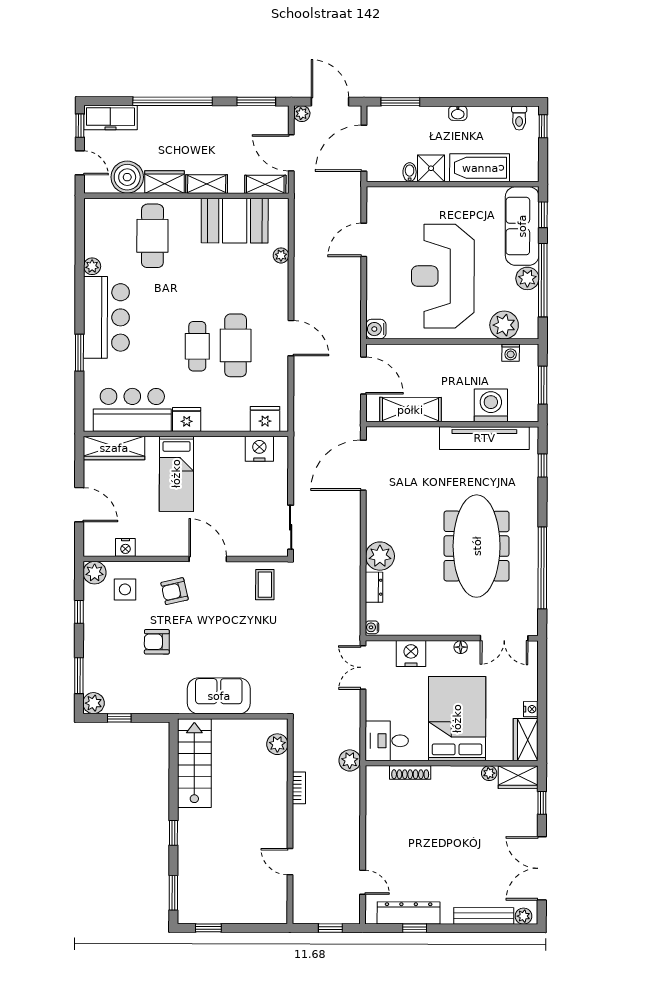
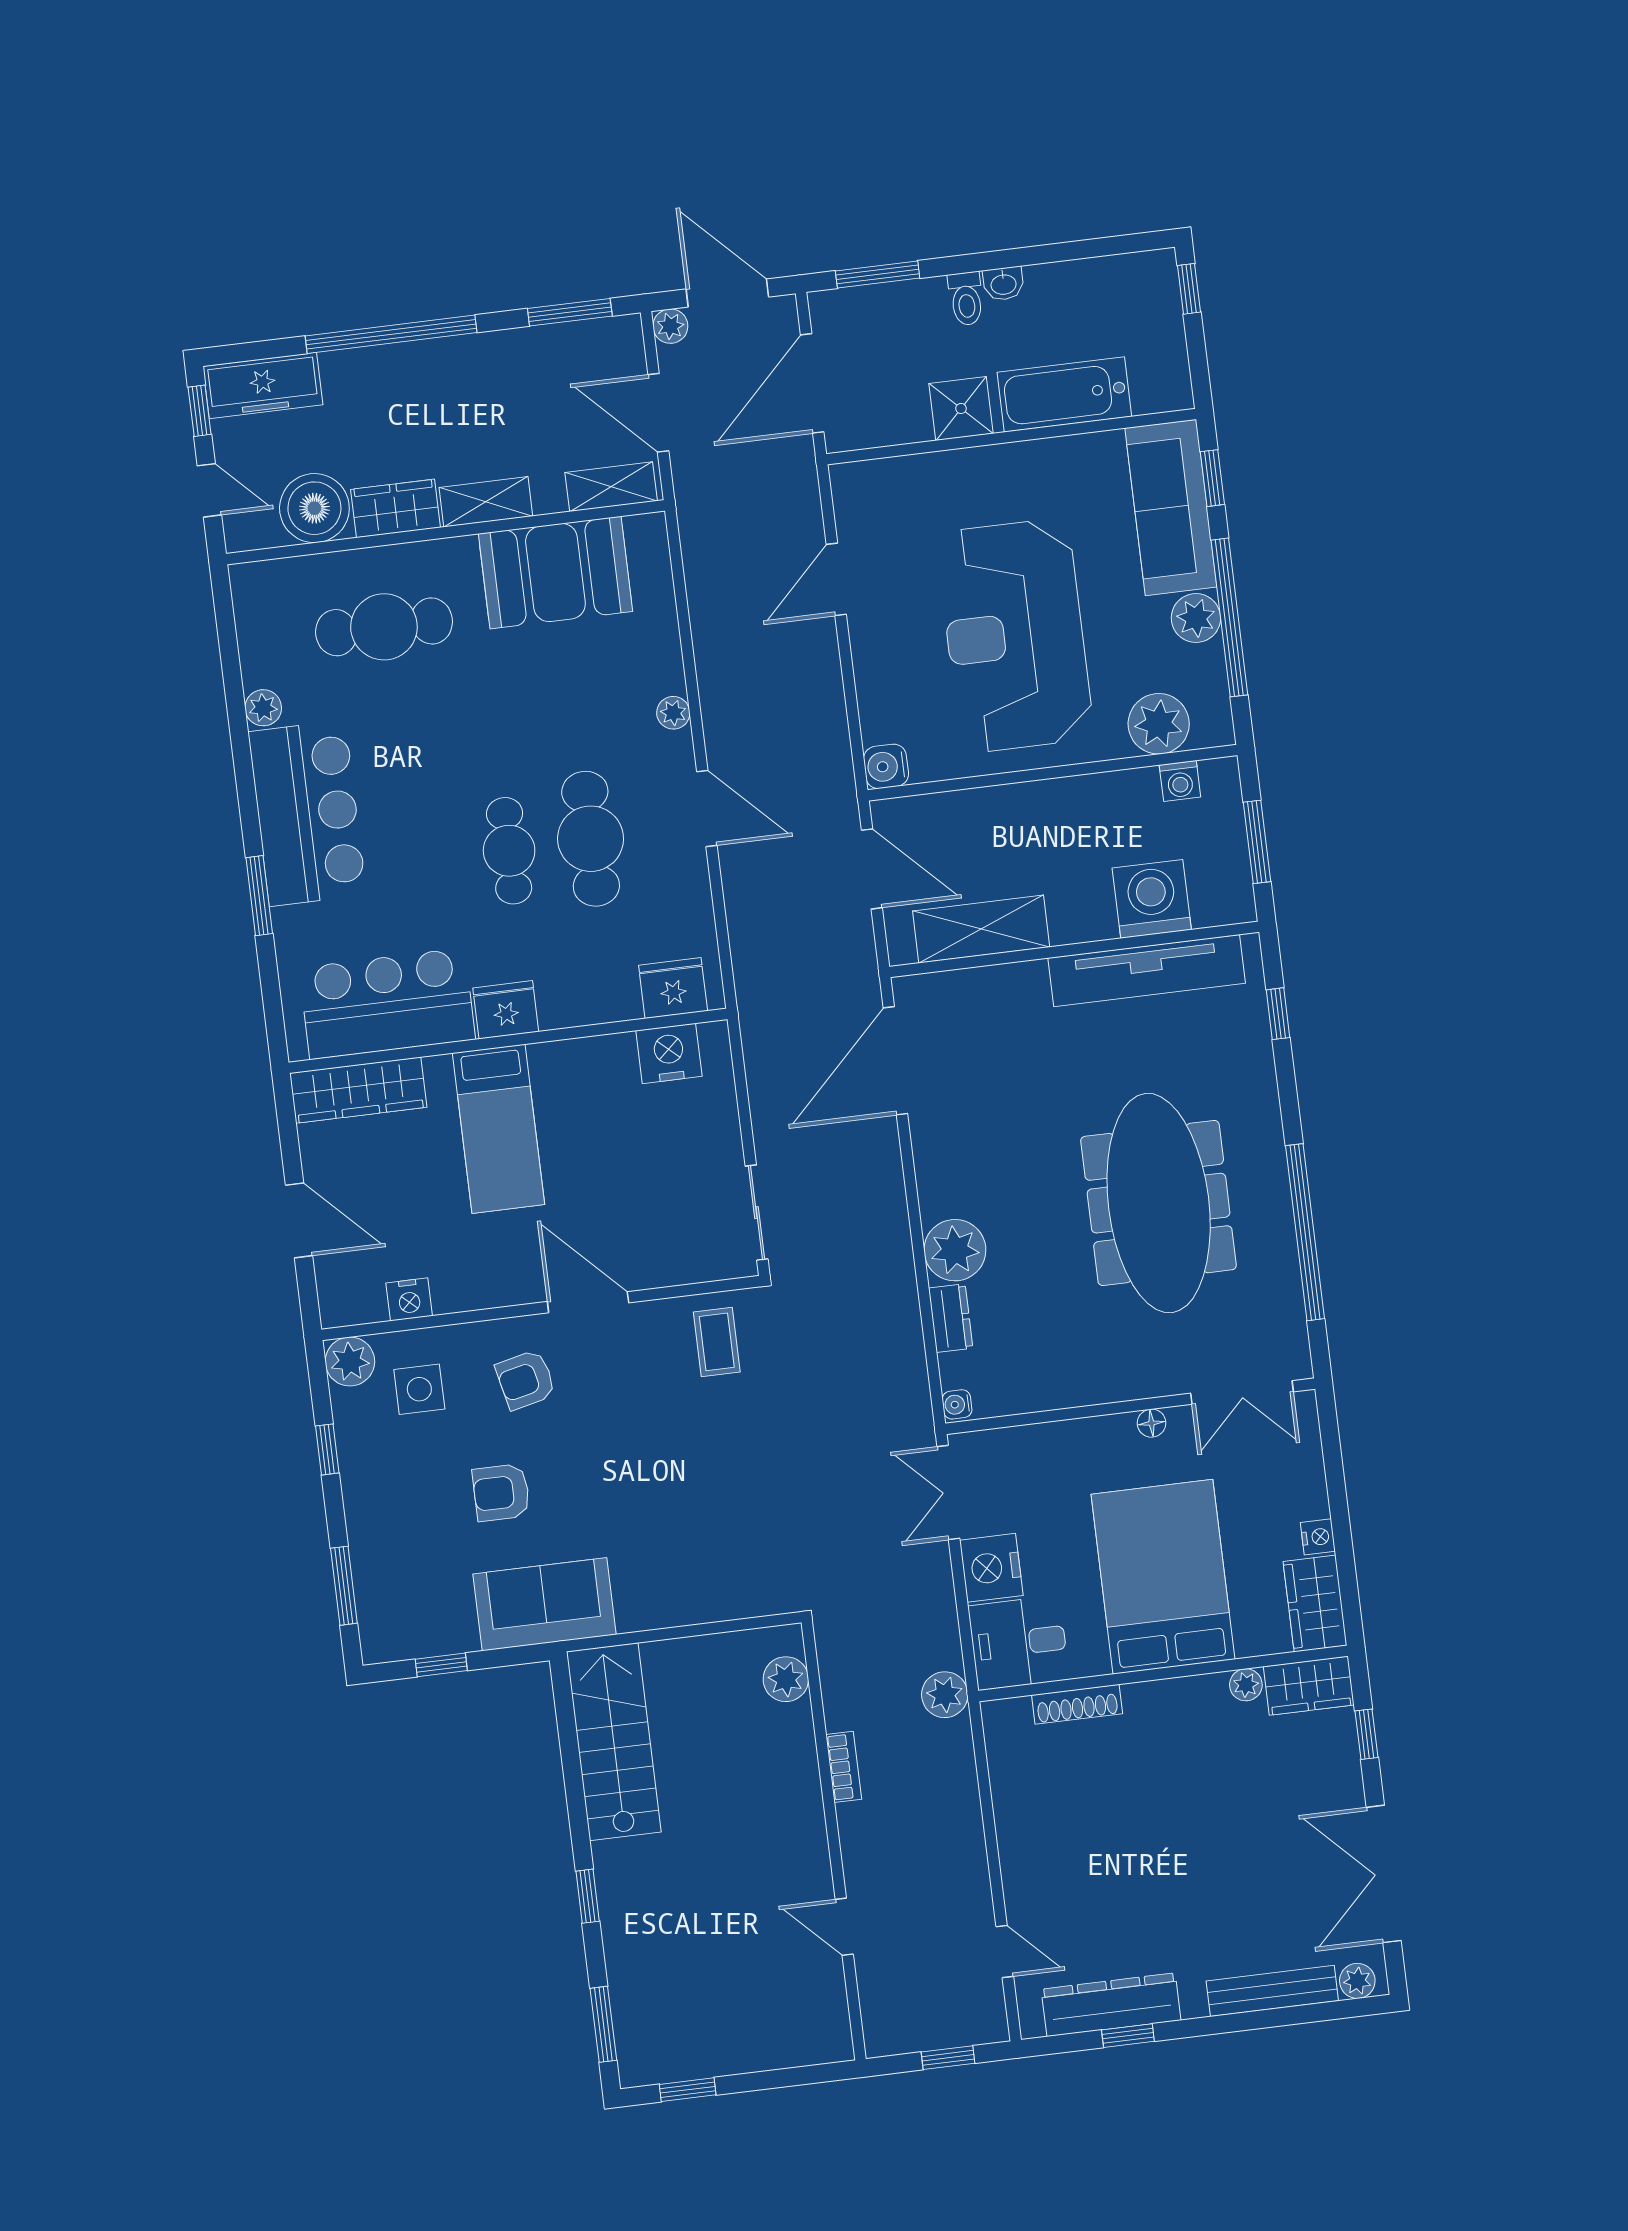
toilet: (519, 118) -> (966, 299), moved
bidet: (410, 172) -> (916, 422), removed
cafe table: (152, 236) -> (384, 627), turned 90
plant: (281, 255) -> (673, 713), moved
nightstand: (411, 654) -> (991, 1568), moved, turned -90
sofa: (219, 696) -> (545, 1604), moved
plant: (94, 703) -> (382, 1640), removed

